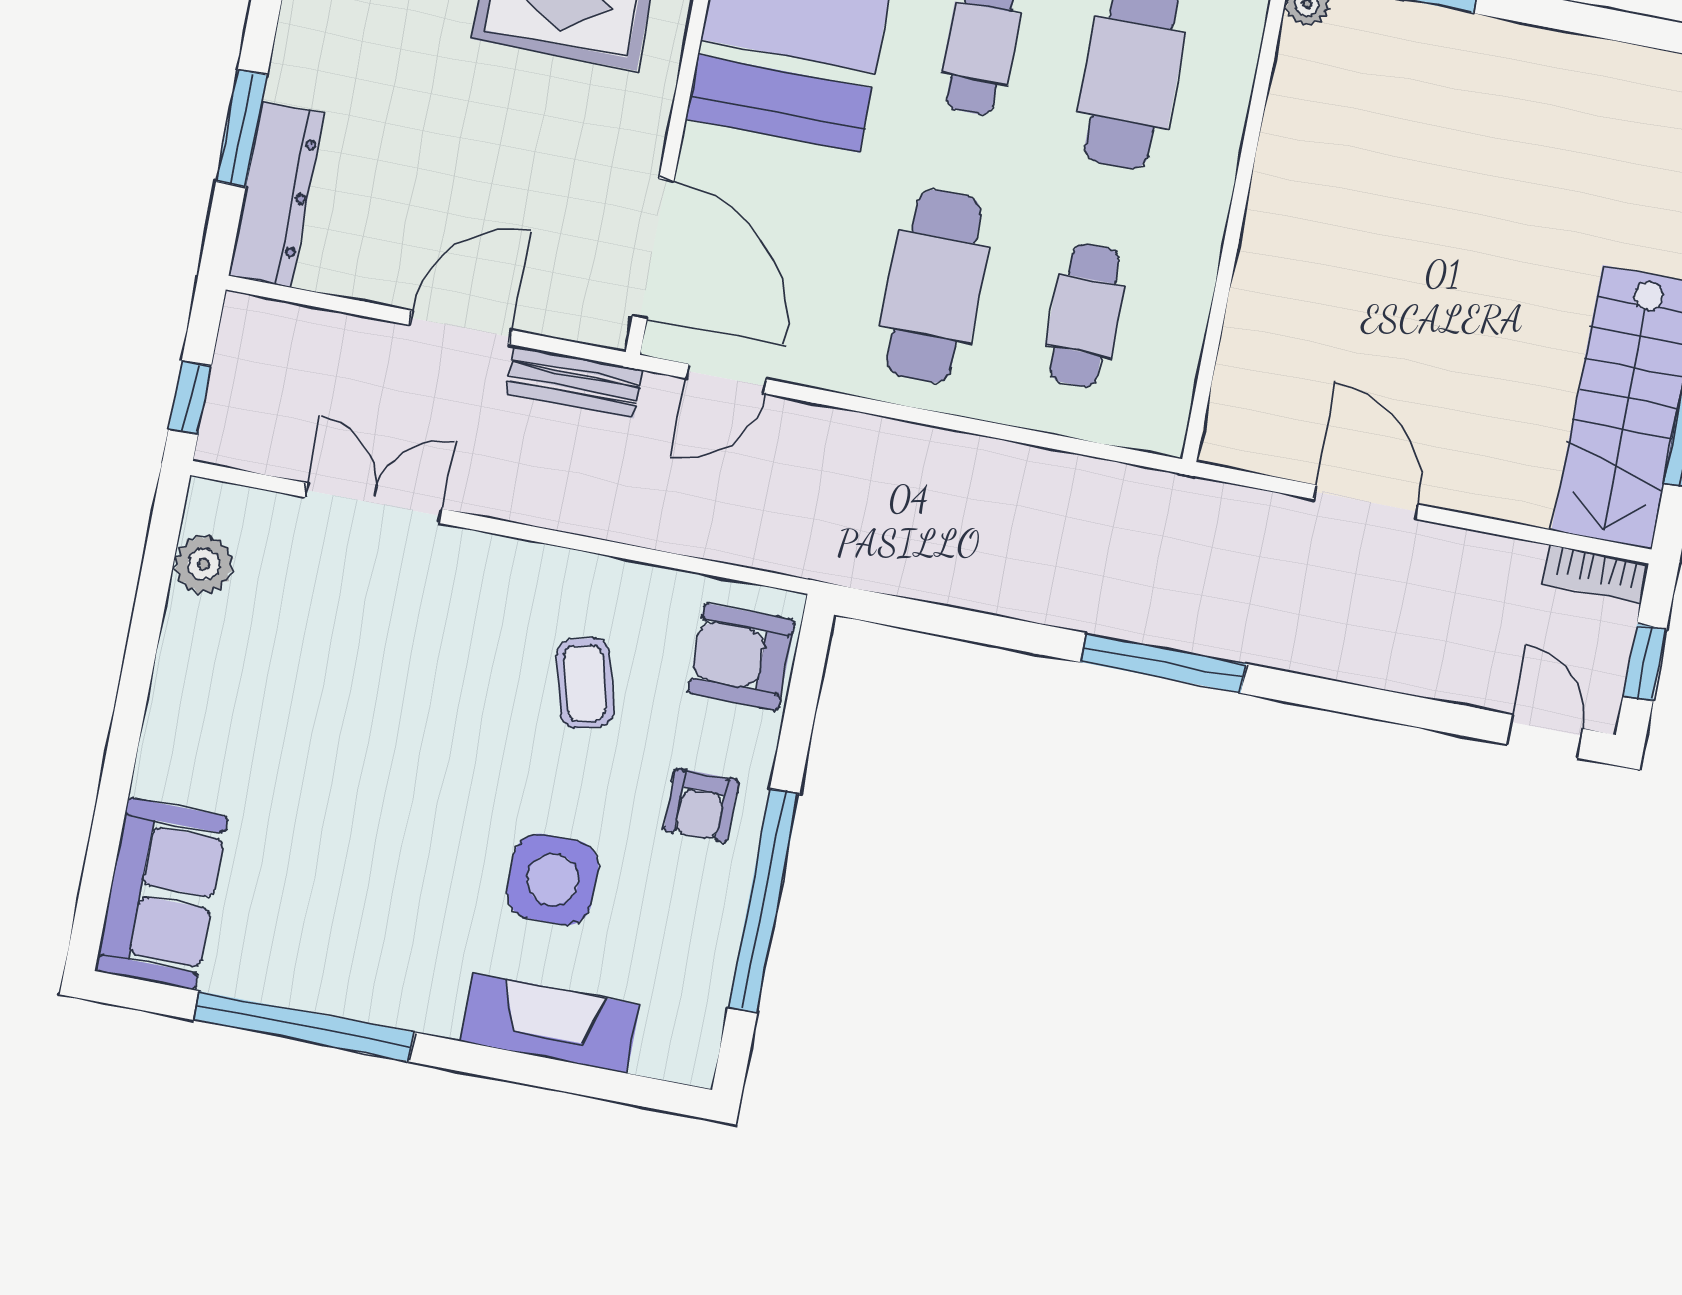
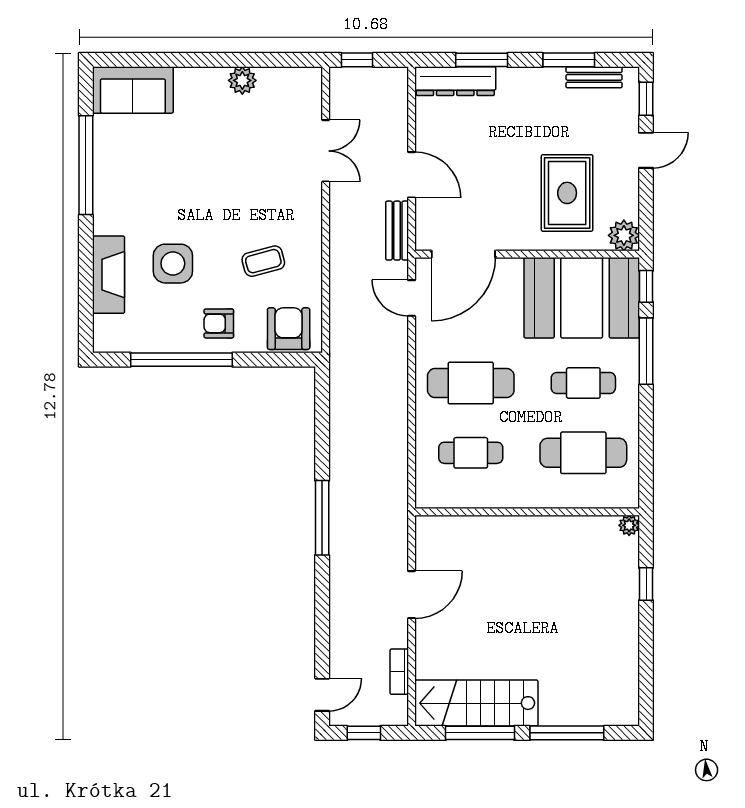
plant: (204, 564) -> (242, 80), moved
bookcase: (1596, 574) -> (399, 672), moved

